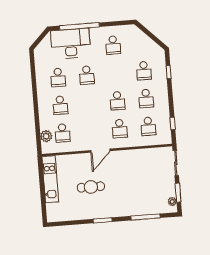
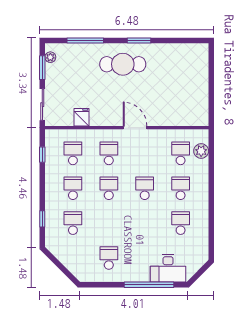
desk: (71, 44) -> (168, 268), width x0.73, depth x0.77
school desk: (87, 75) -> (145, 188), moved
door: (100, 151) -> (135, 128), hinge flipped
fridge: (144, 156) -> (81, 117), added
kitchen unit: (50, 179) -> (200, 97), removed
cafe table: (91, 187) -> (123, 64), moved, width x1.37, depth x1.35

